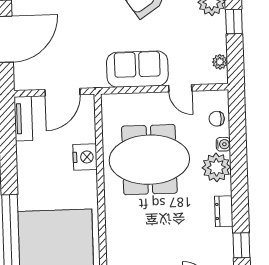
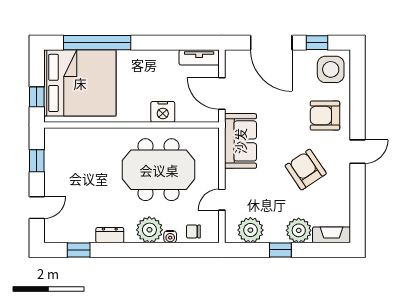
plant: (220, 62) -> (250, 230), width x1.88, depth x1.88
sofa: (137, 69) -> (240, 141), moved
chair: (217, 119) -> (193, 231), turned -90
meeting table: (149, 160) -> (159, 170), turned 90

